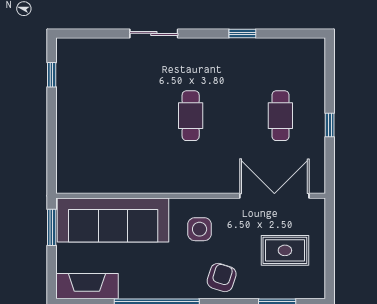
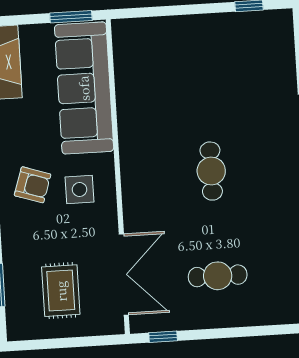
cafe table: (191, 116) -> (211, 171), turned 90
window: (330, 125) -> (163, 337), moved
armchair: (222, 278) -> (33, 185), moved

